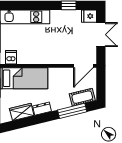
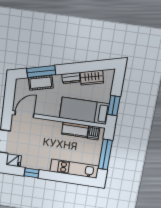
kitchen counter: (30, 58) -> (75, 130), added
cot: (82, 97) -> (41, 83), moved

